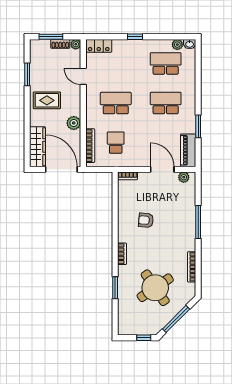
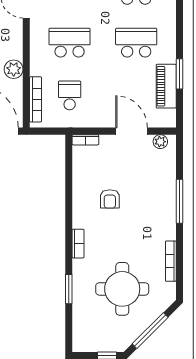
piano: (188, 150) -> (166, 86), moved
armchair: (146, 220) -> (110, 199), turned -95
round table: (155, 288) -> (122, 289), turned 34

